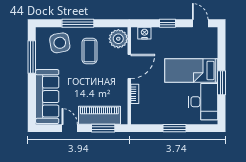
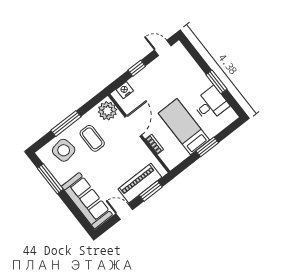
bed: (191, 70) -> (184, 127), moved, turned 90
desk: (203, 102) -> (211, 104), width x0.73

